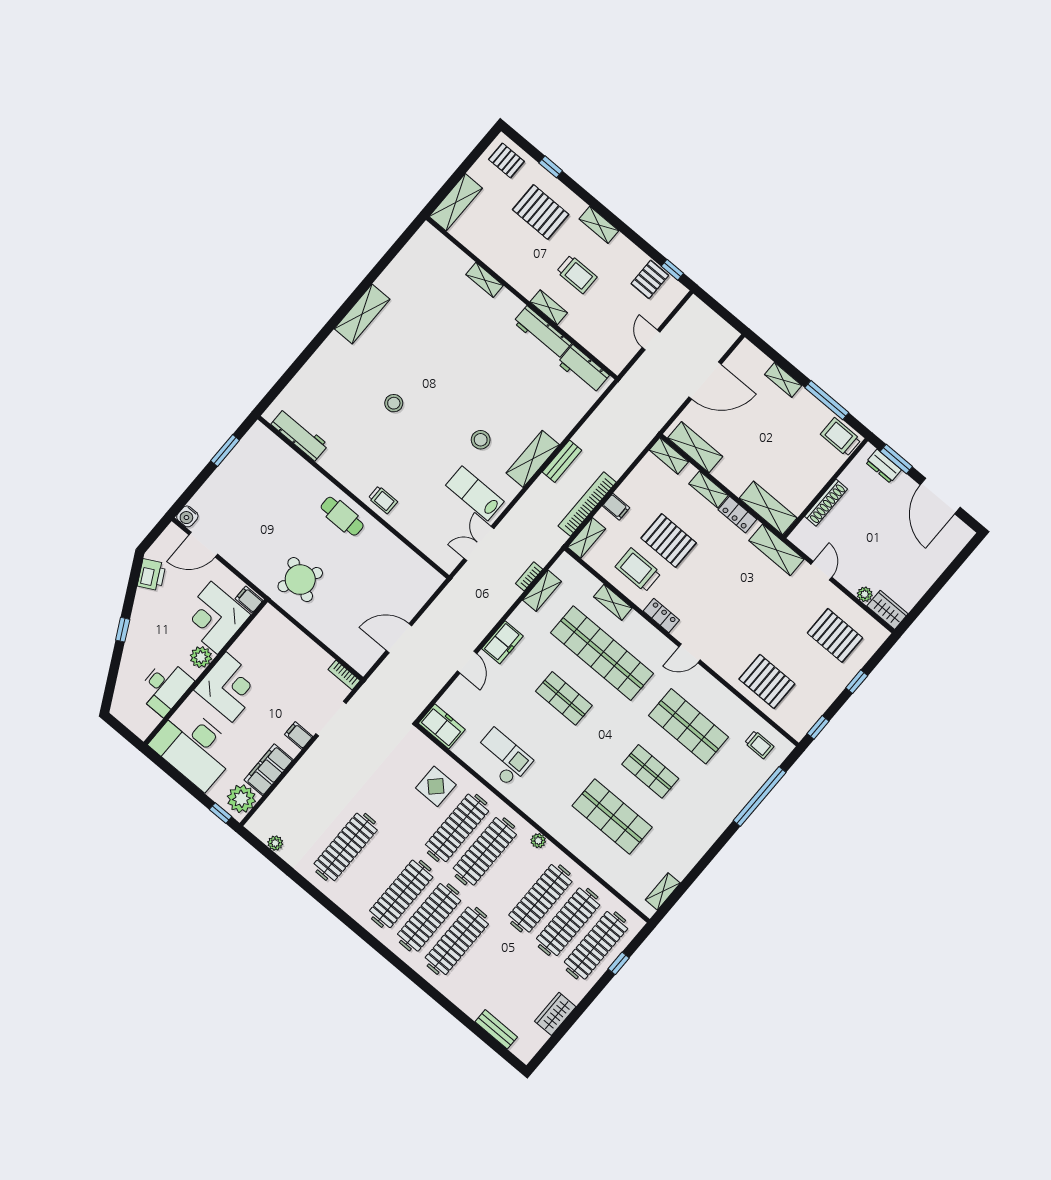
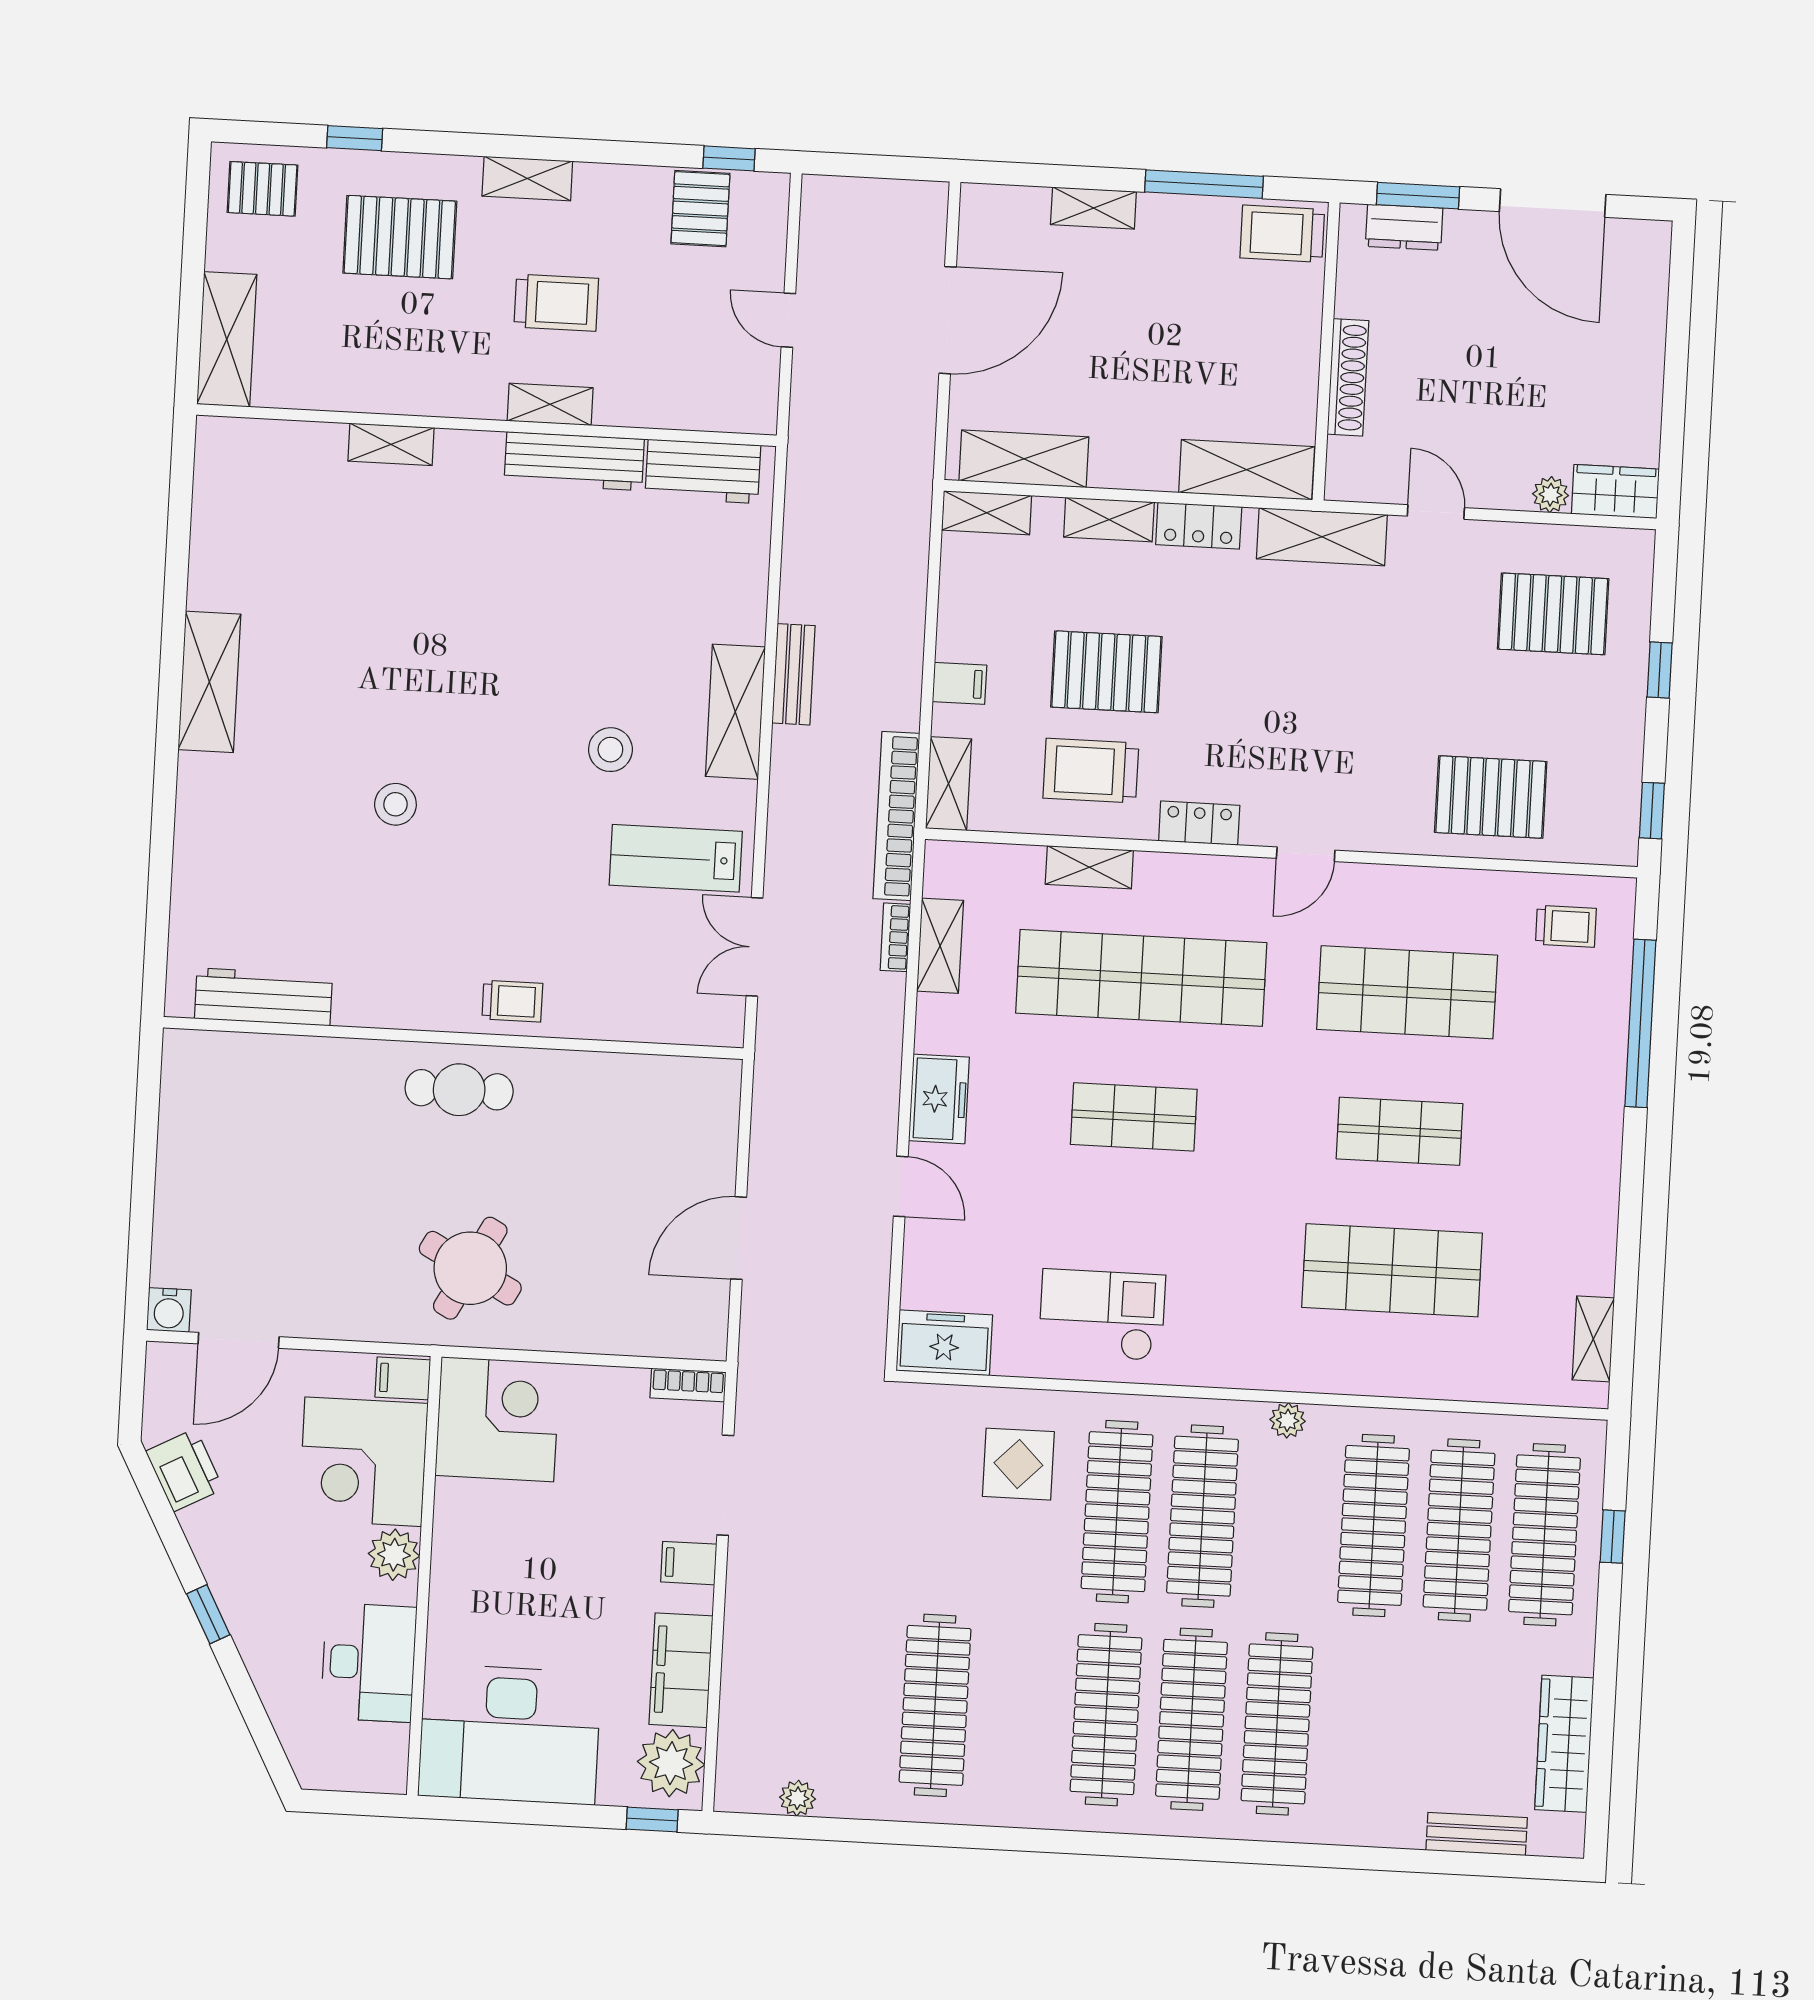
window: (225, 450) -> (146, 1132), removed
bookcase: (587, 504) -> (896, 816), moved
corner desk: (229, 687) -> (498, 1419), moved
wardrobe: (555, 1014) -> (1564, 1744), width x1.50

